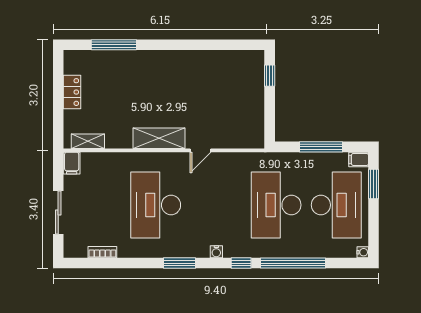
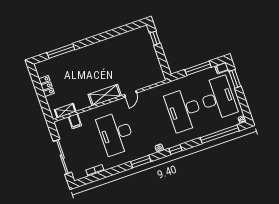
filing cabinet: (72, 163) -> (75, 121), moved
sliding door: (58, 213) -> (62, 157), width x1.37
window: (293, 263) -> (220, 134), moved

